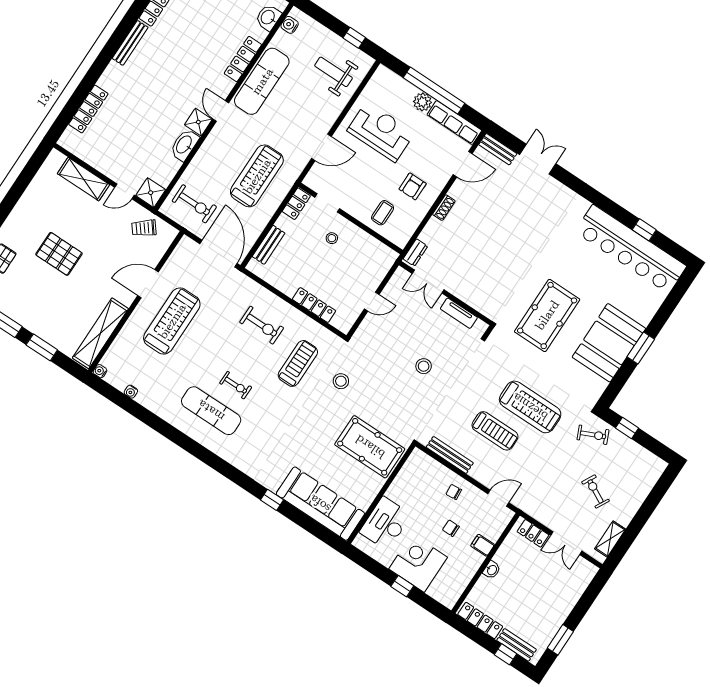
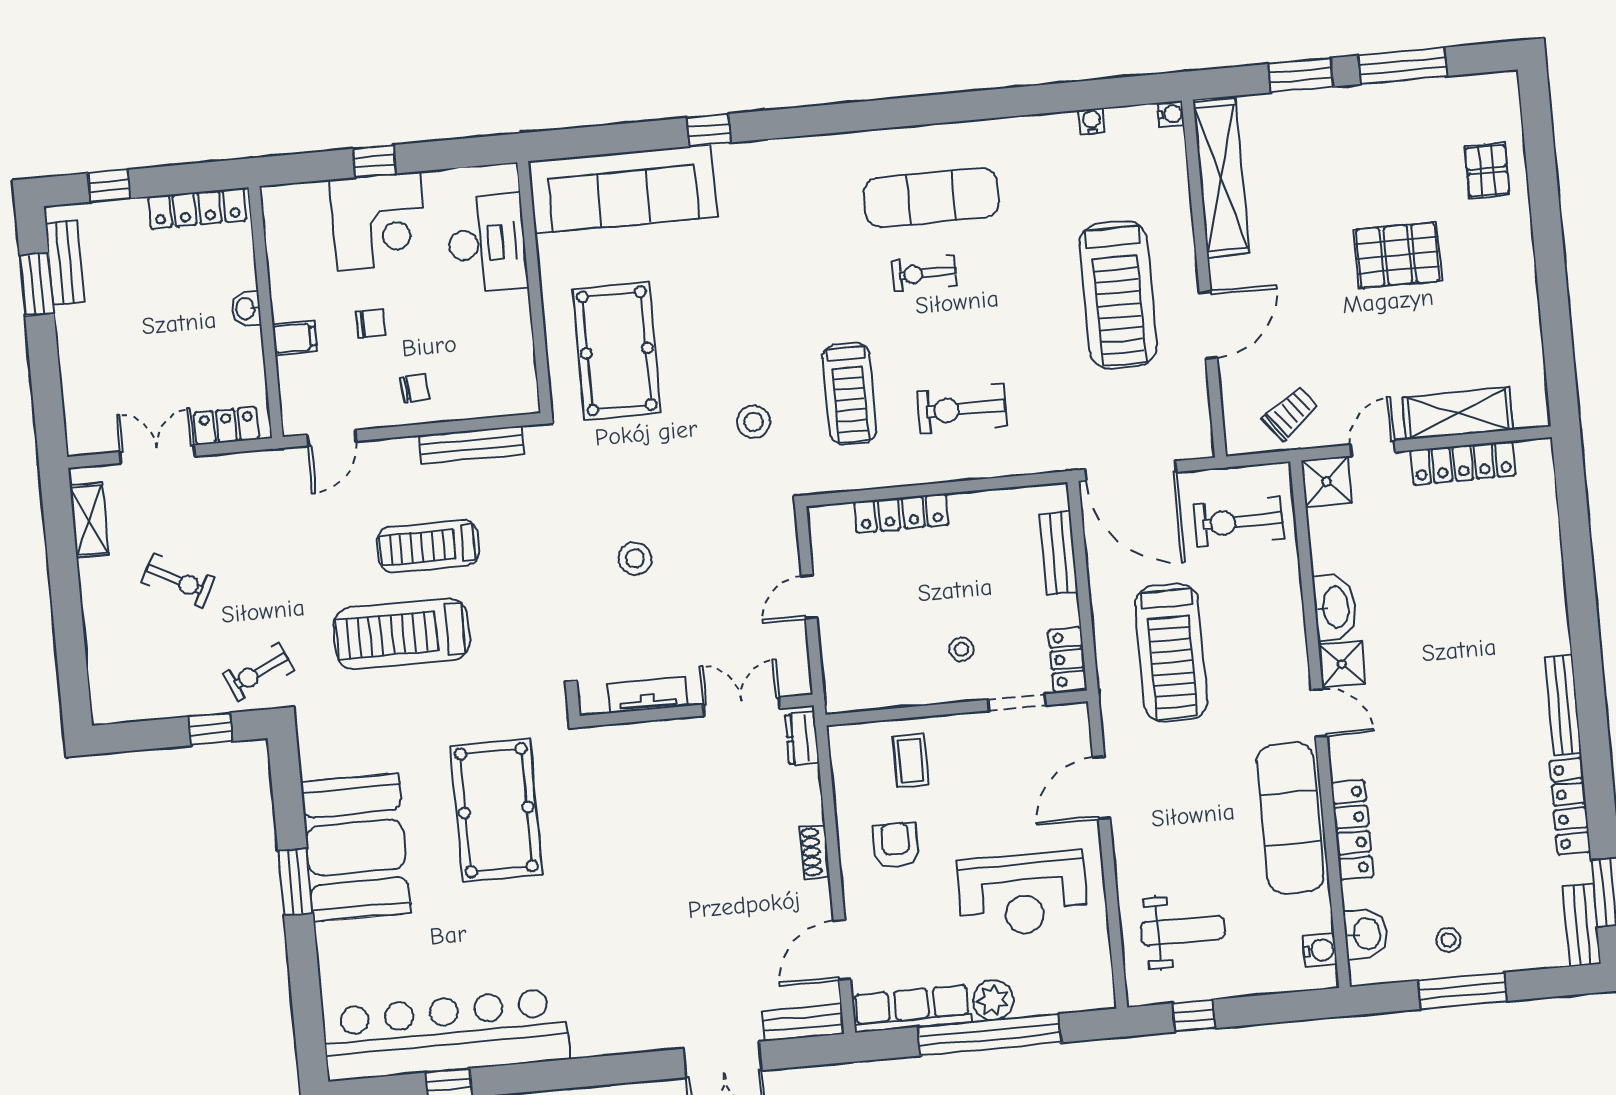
locker: (88, 109) -> (1463, 463), moved, turned -90
pool table: (370, 447) -> (617, 351), turned 90
bench: (517, 645) -> (65, 262), moved, turned 90

